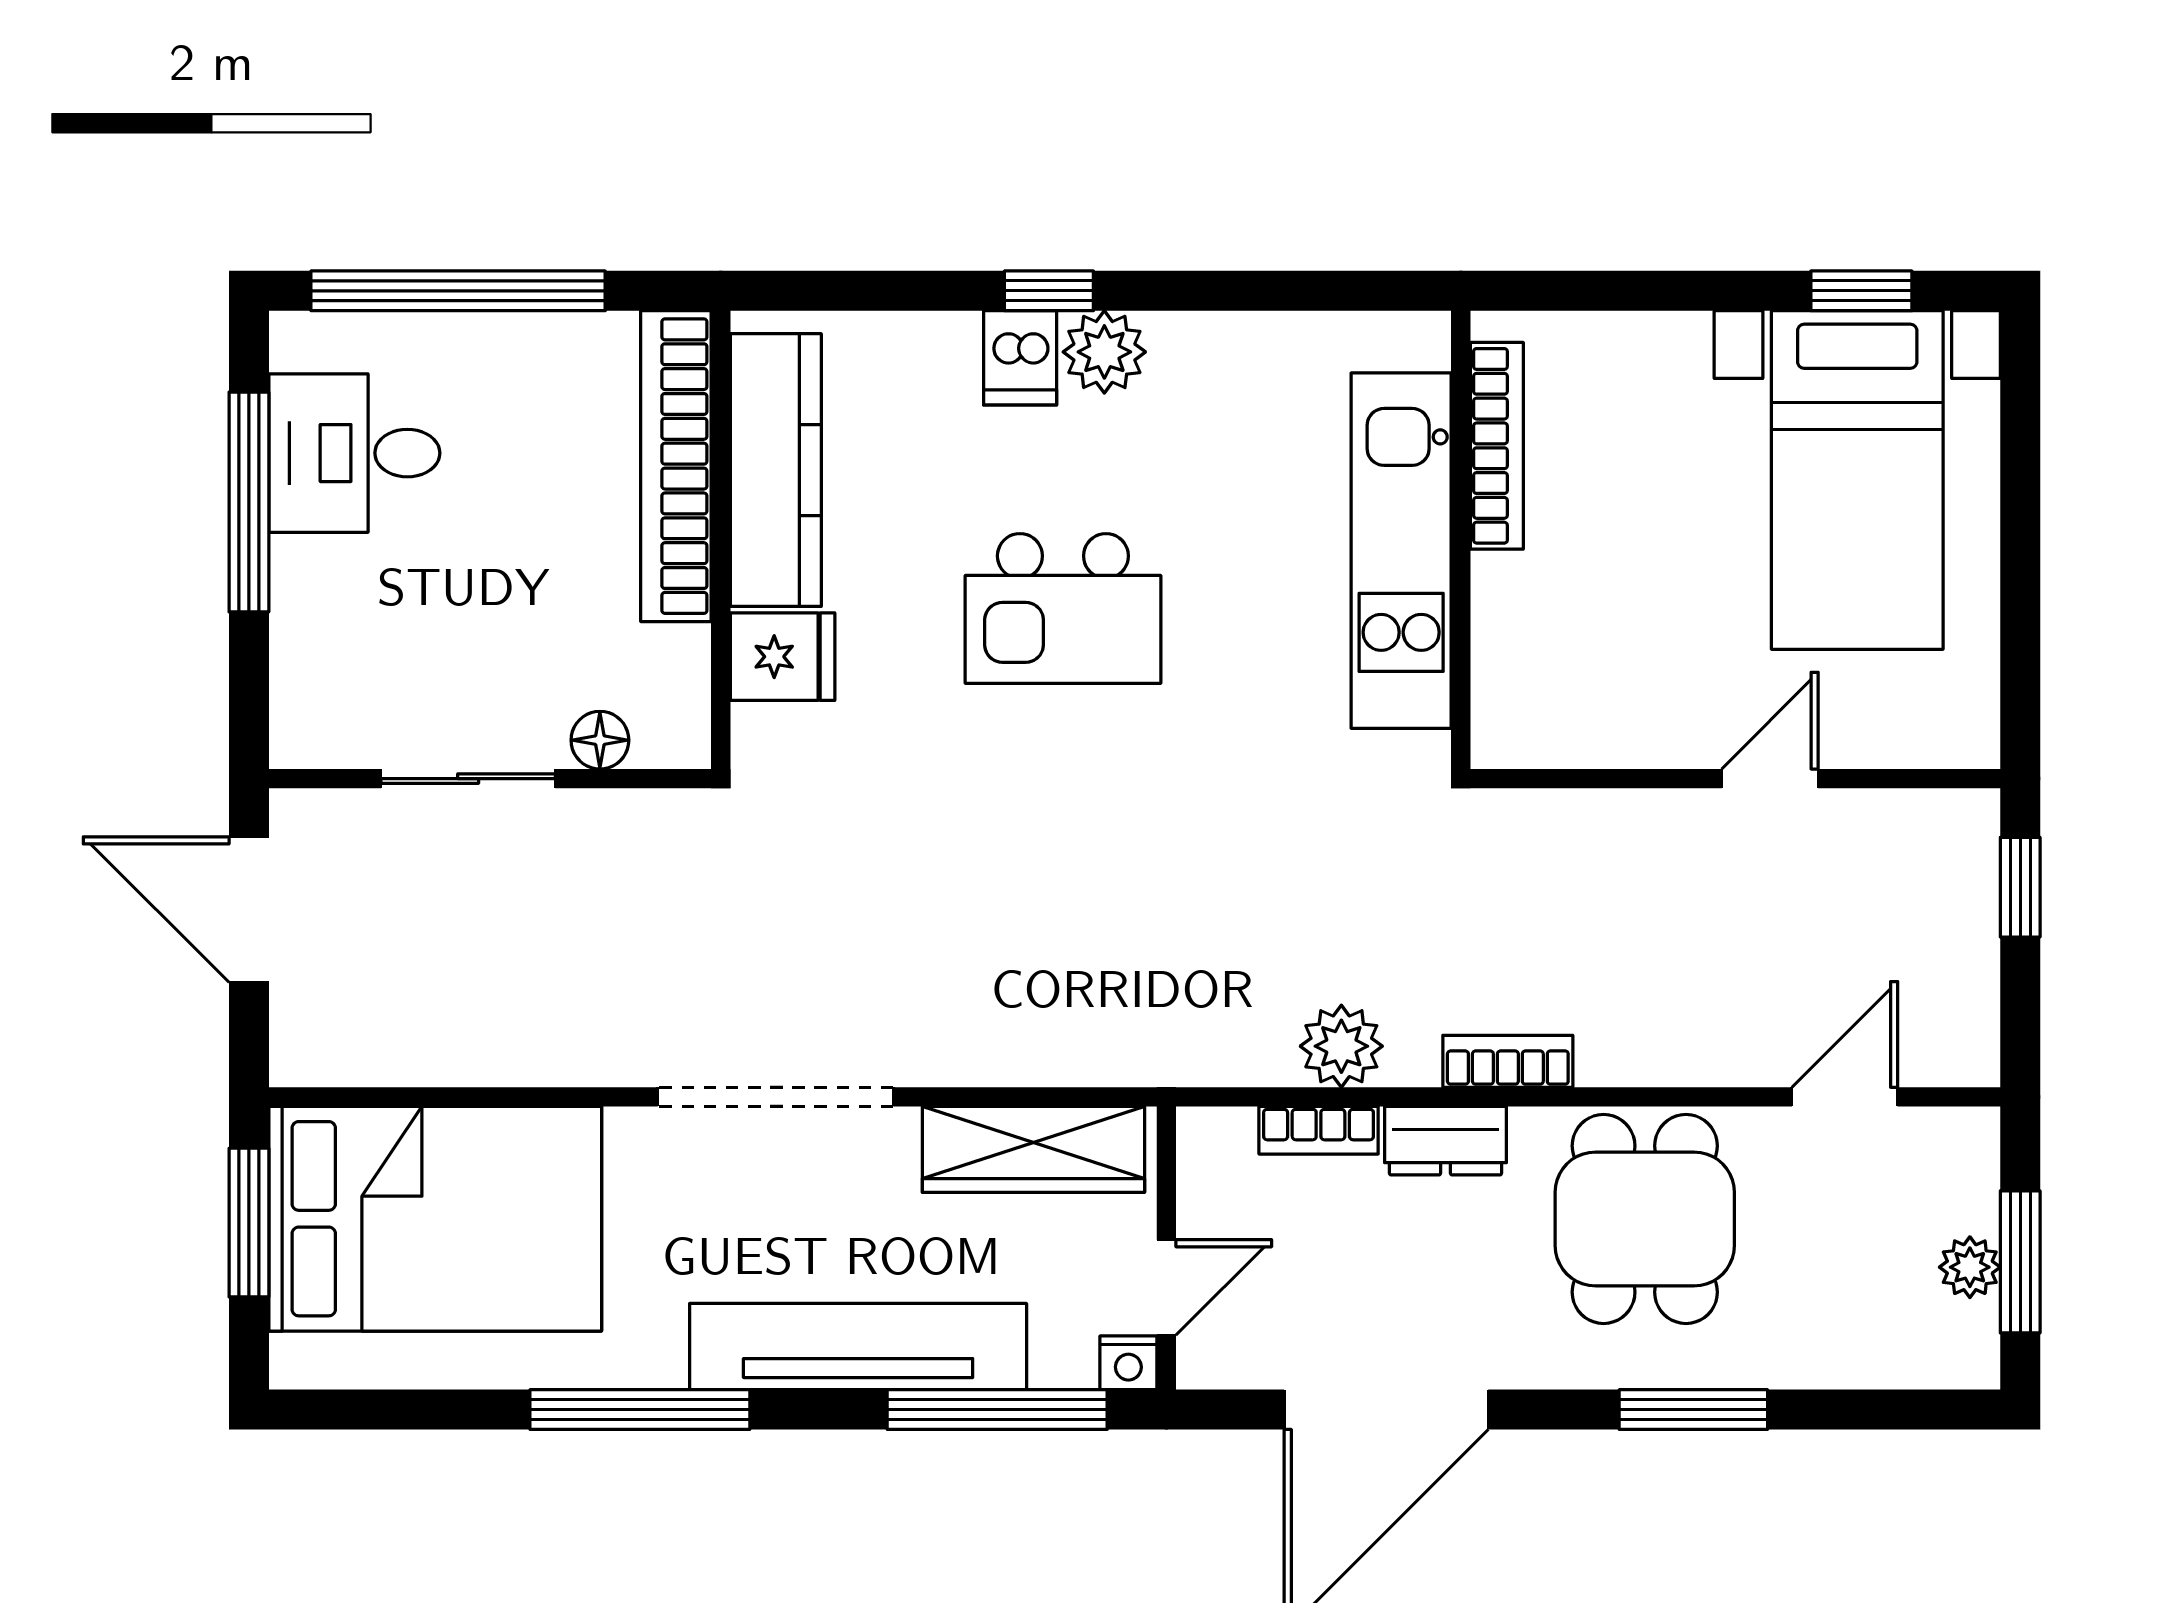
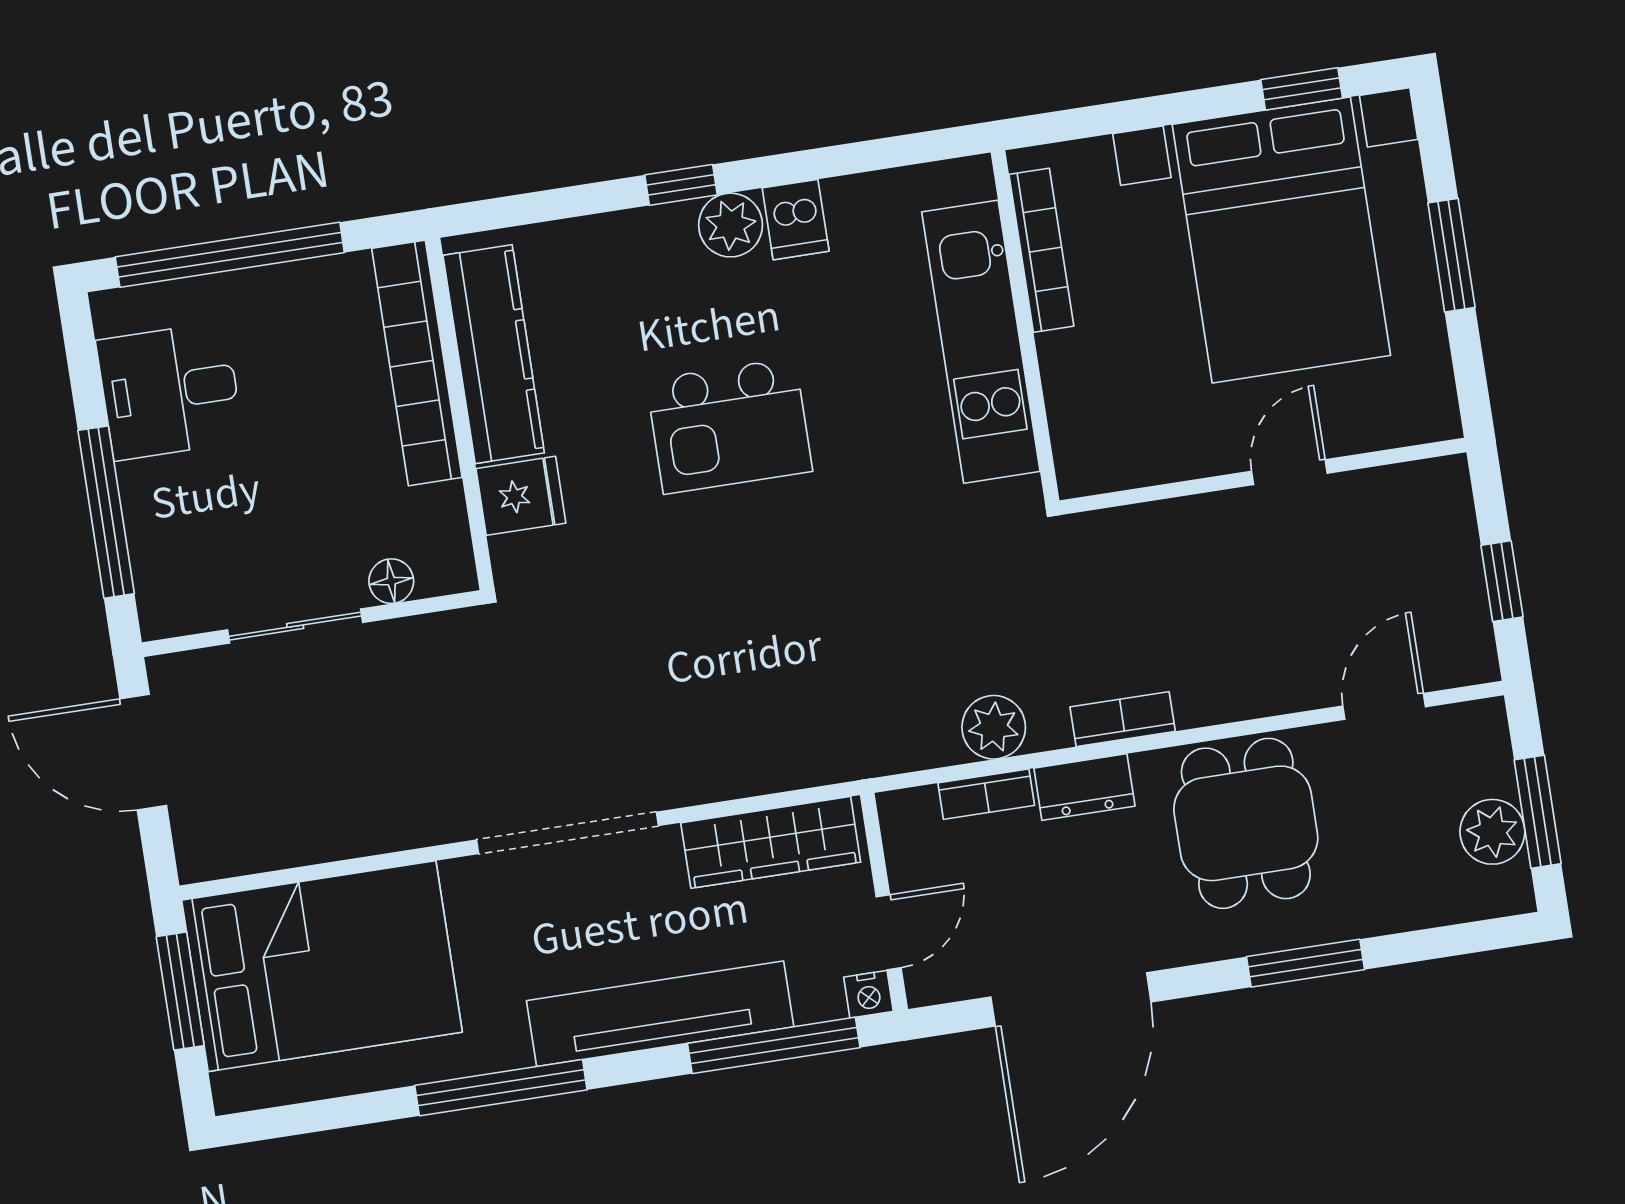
dishwasher: (1020, 358) -> (796, 220), moved
bed with nightstands: (1857, 480) -> (1281, 240), width x1.36
window: (249, 502) -> (106, 512), moved
window: (2020, 533) -> (1451, 255), added
window: (2020, 887) -> (1502, 581), moved
plant: (1970, 1267) -> (1492, 832), width x1.38, depth x1.38

